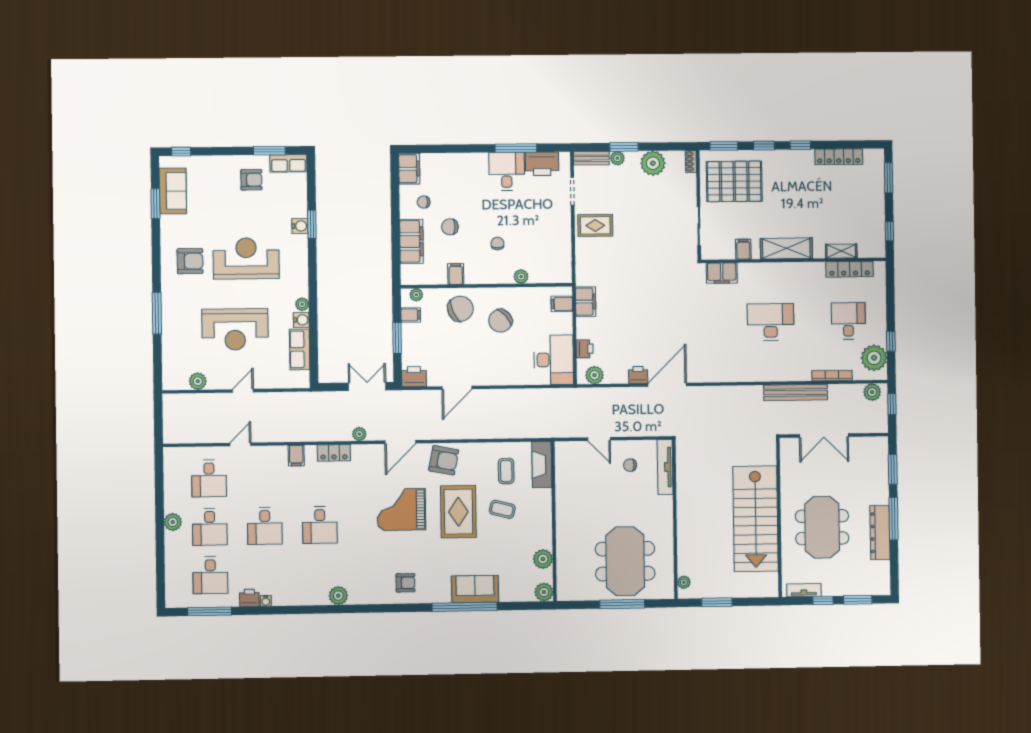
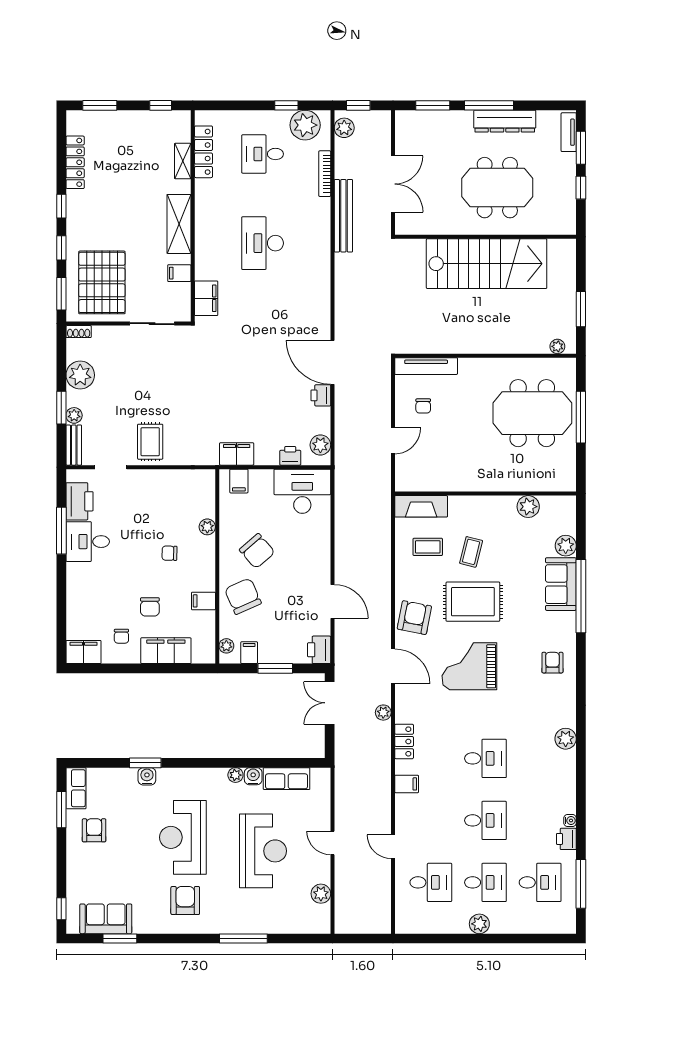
grand piano: (401, 509) -> (469, 666), turned 90
tv unit: (804, 590) -> (569, 132), moved
plant: (544, 592) -> (566, 546), moved

